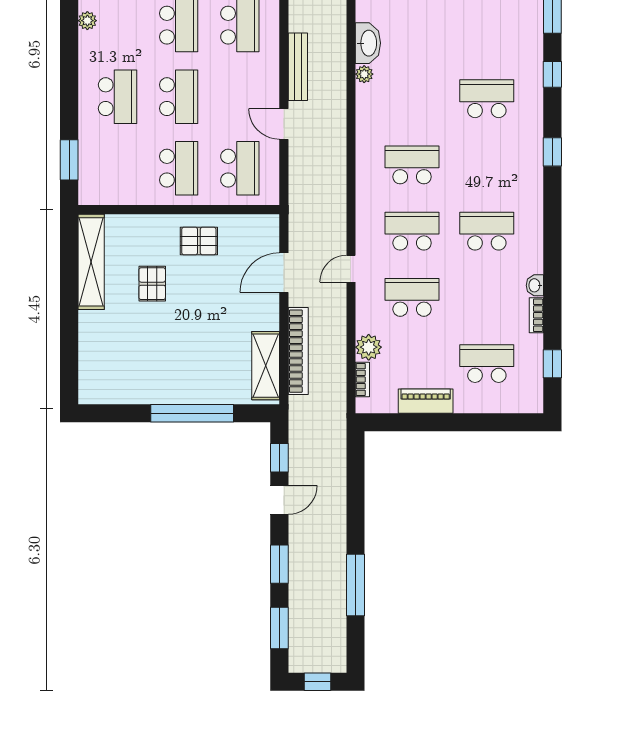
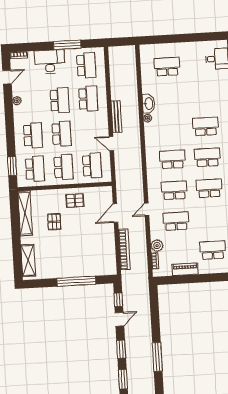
school desk: (487, 165) -> (207, 157), added
school desk: (118, 168) -> (35, 169), added
shelving: (266, 366) -> (28, 260), moved

